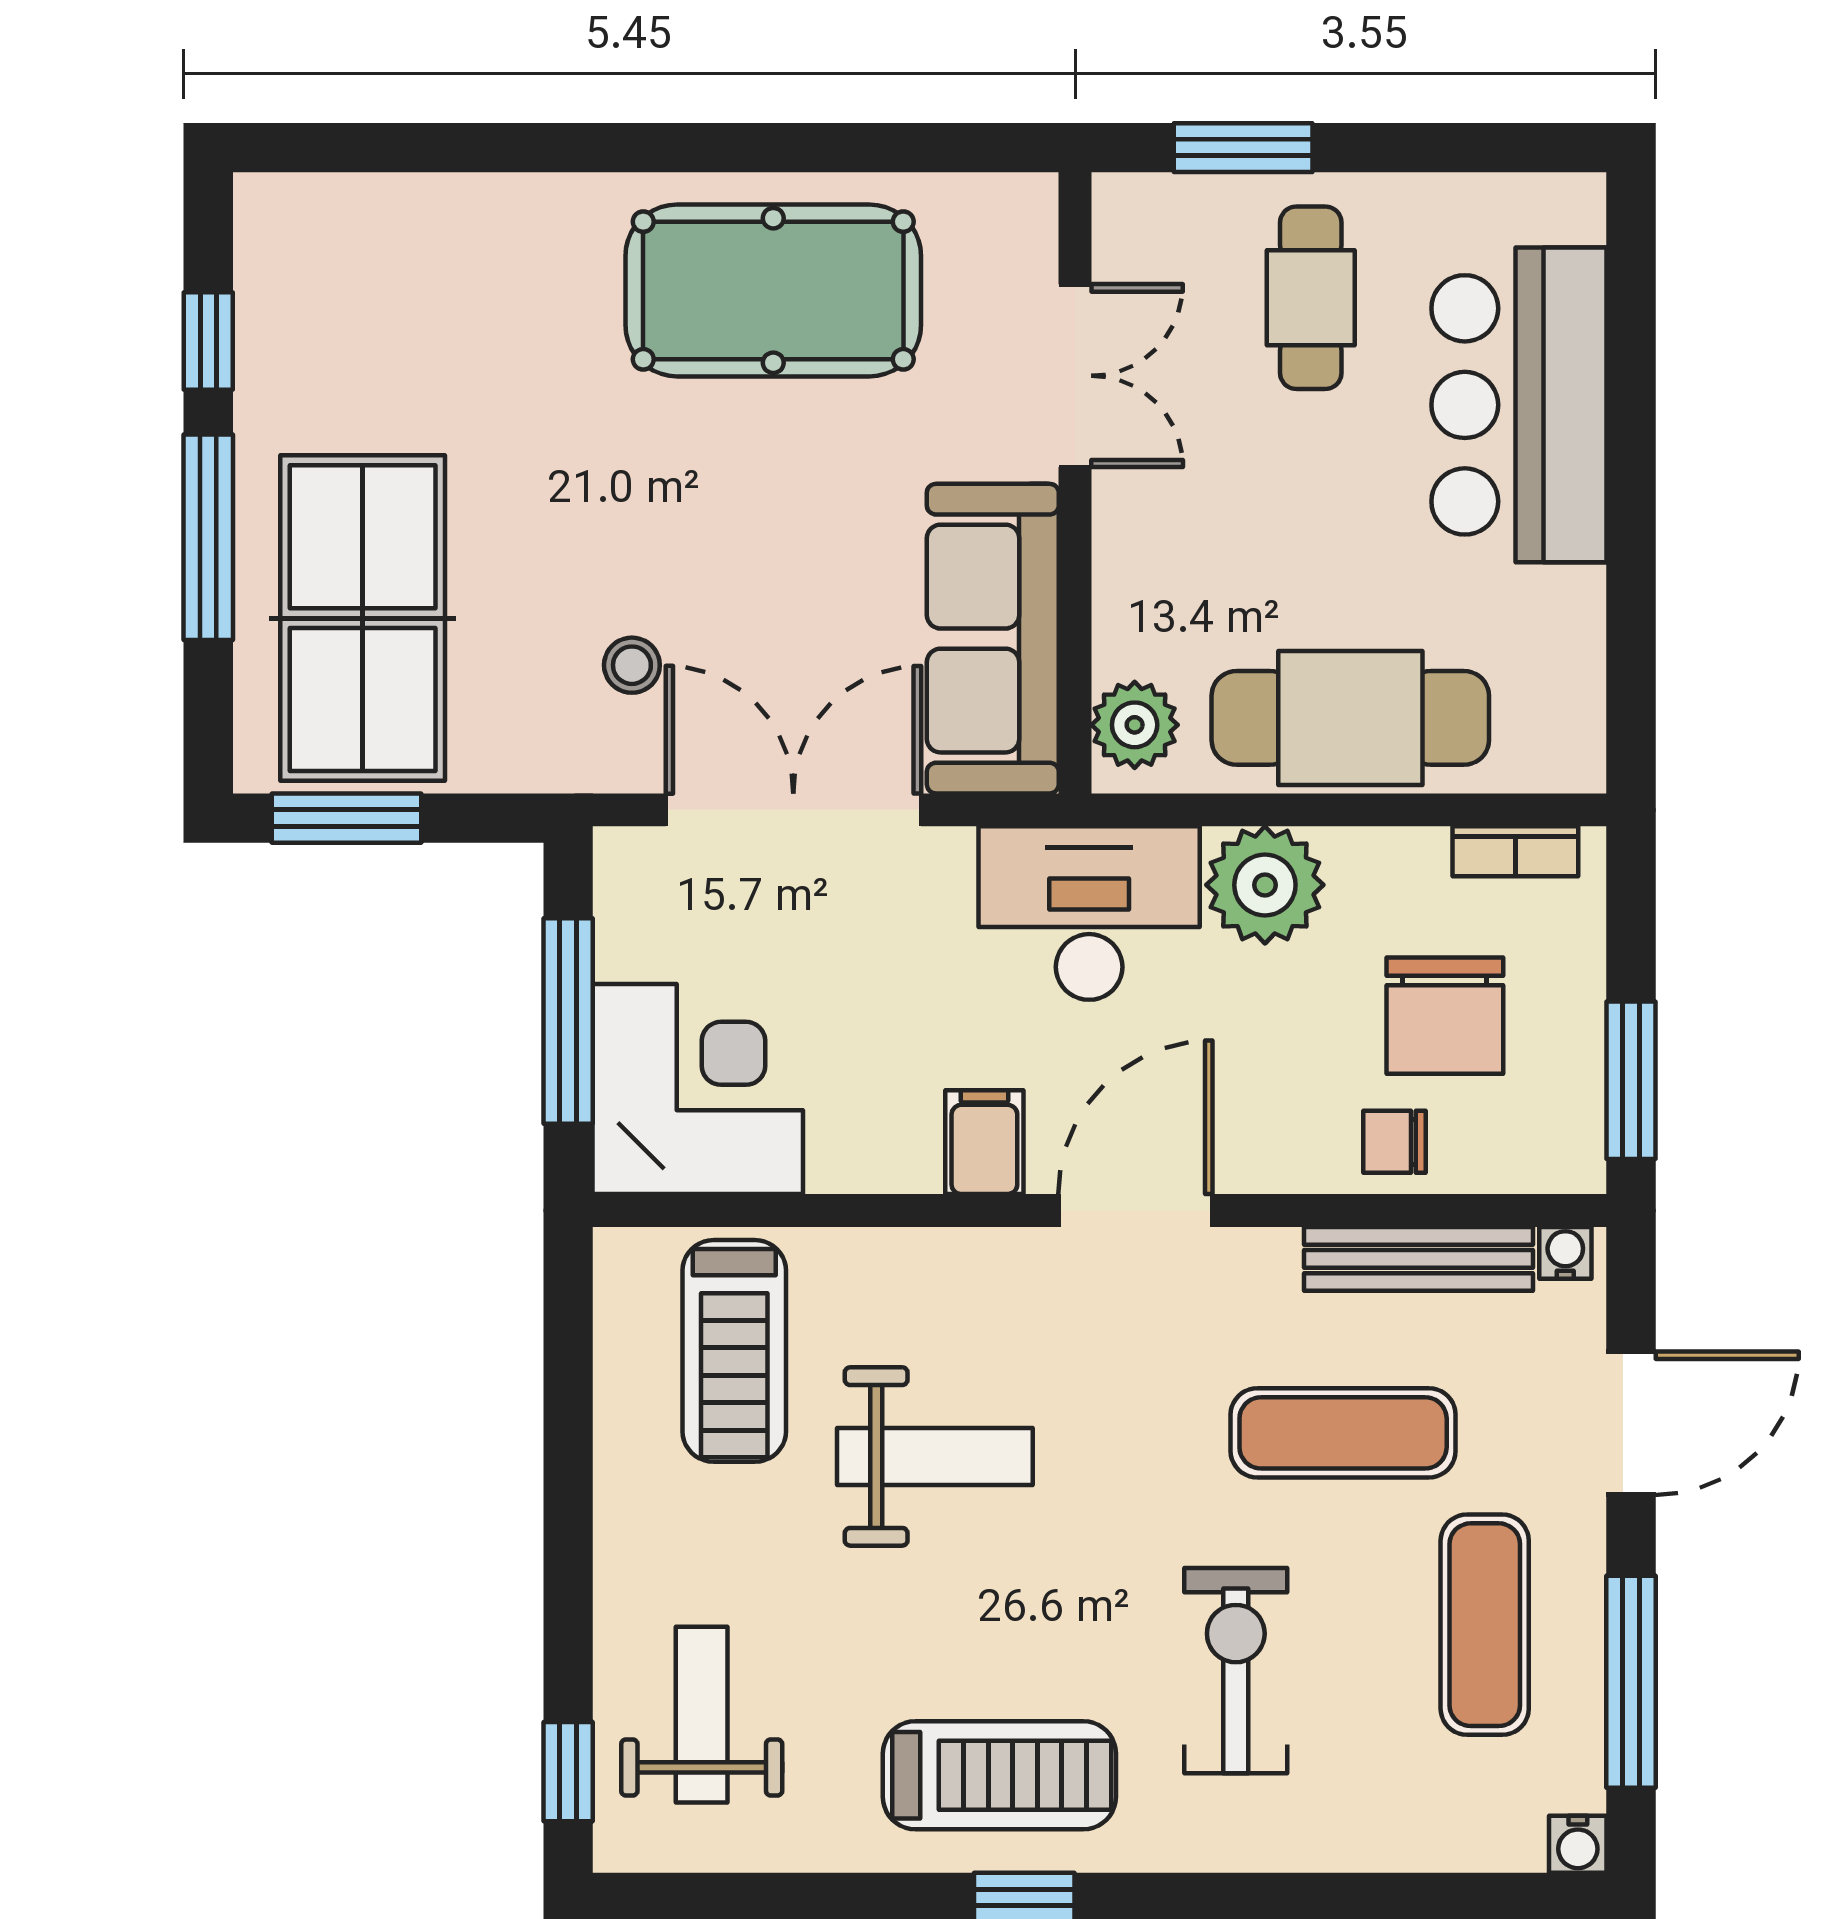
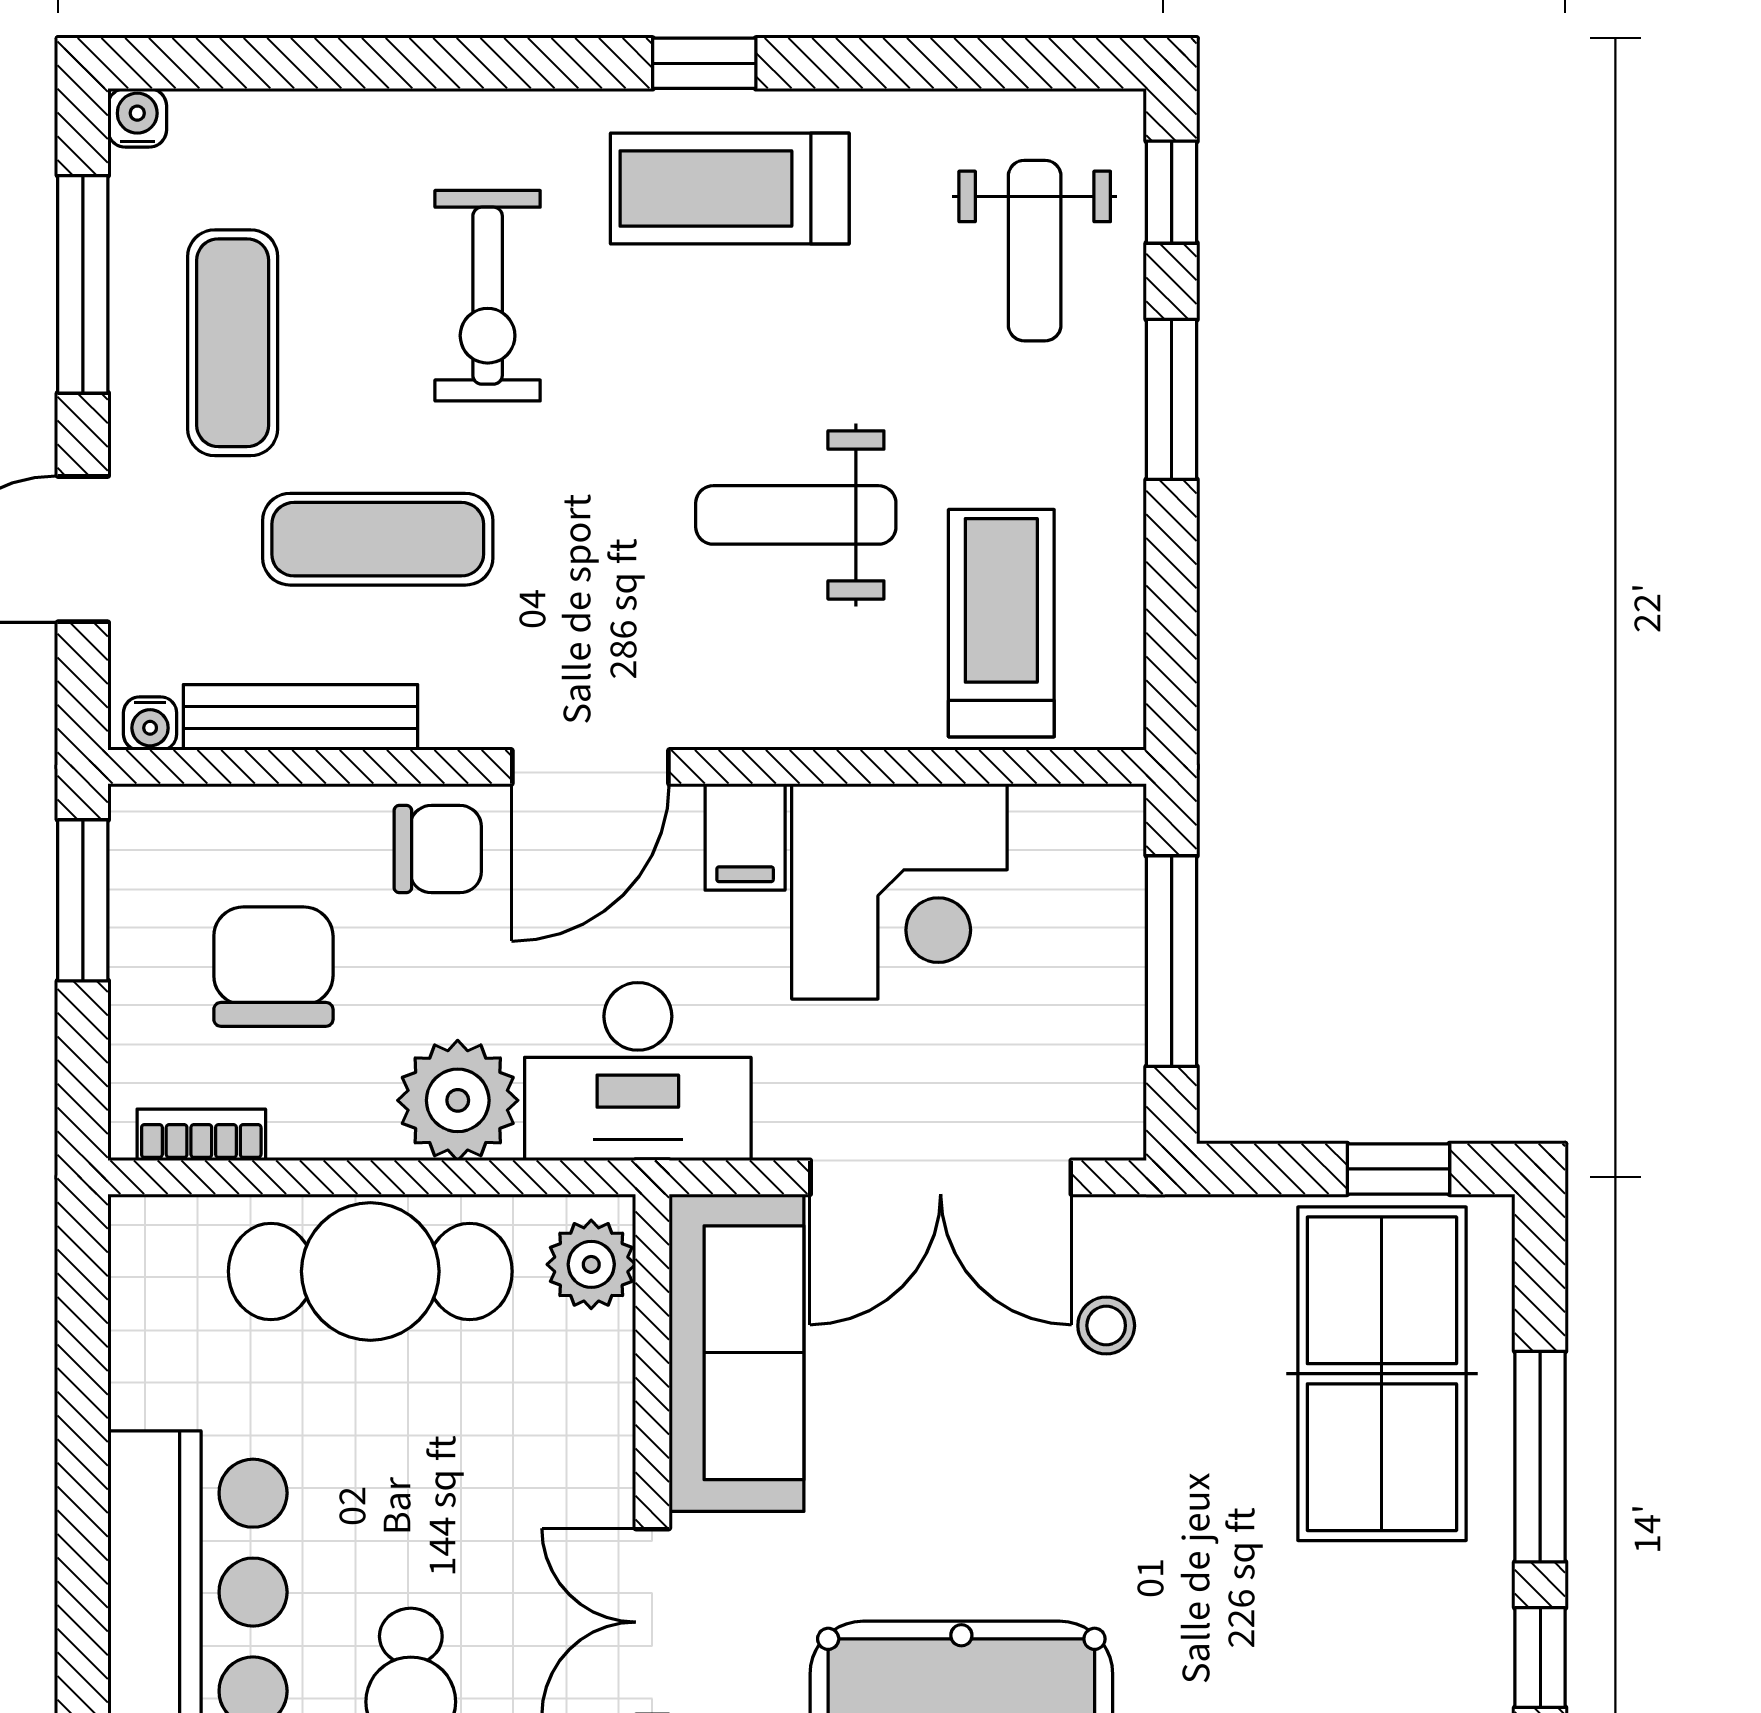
window: (347, 818) -> (1398, 1169), width x0.67
corner desk: (698, 1089) -> (899, 891), moved, turned -90
chair: (1395, 1142) -> (438, 849), moved, width x1.37, depth x1.37
window: (568, 1569) -> (1172, 399), added

